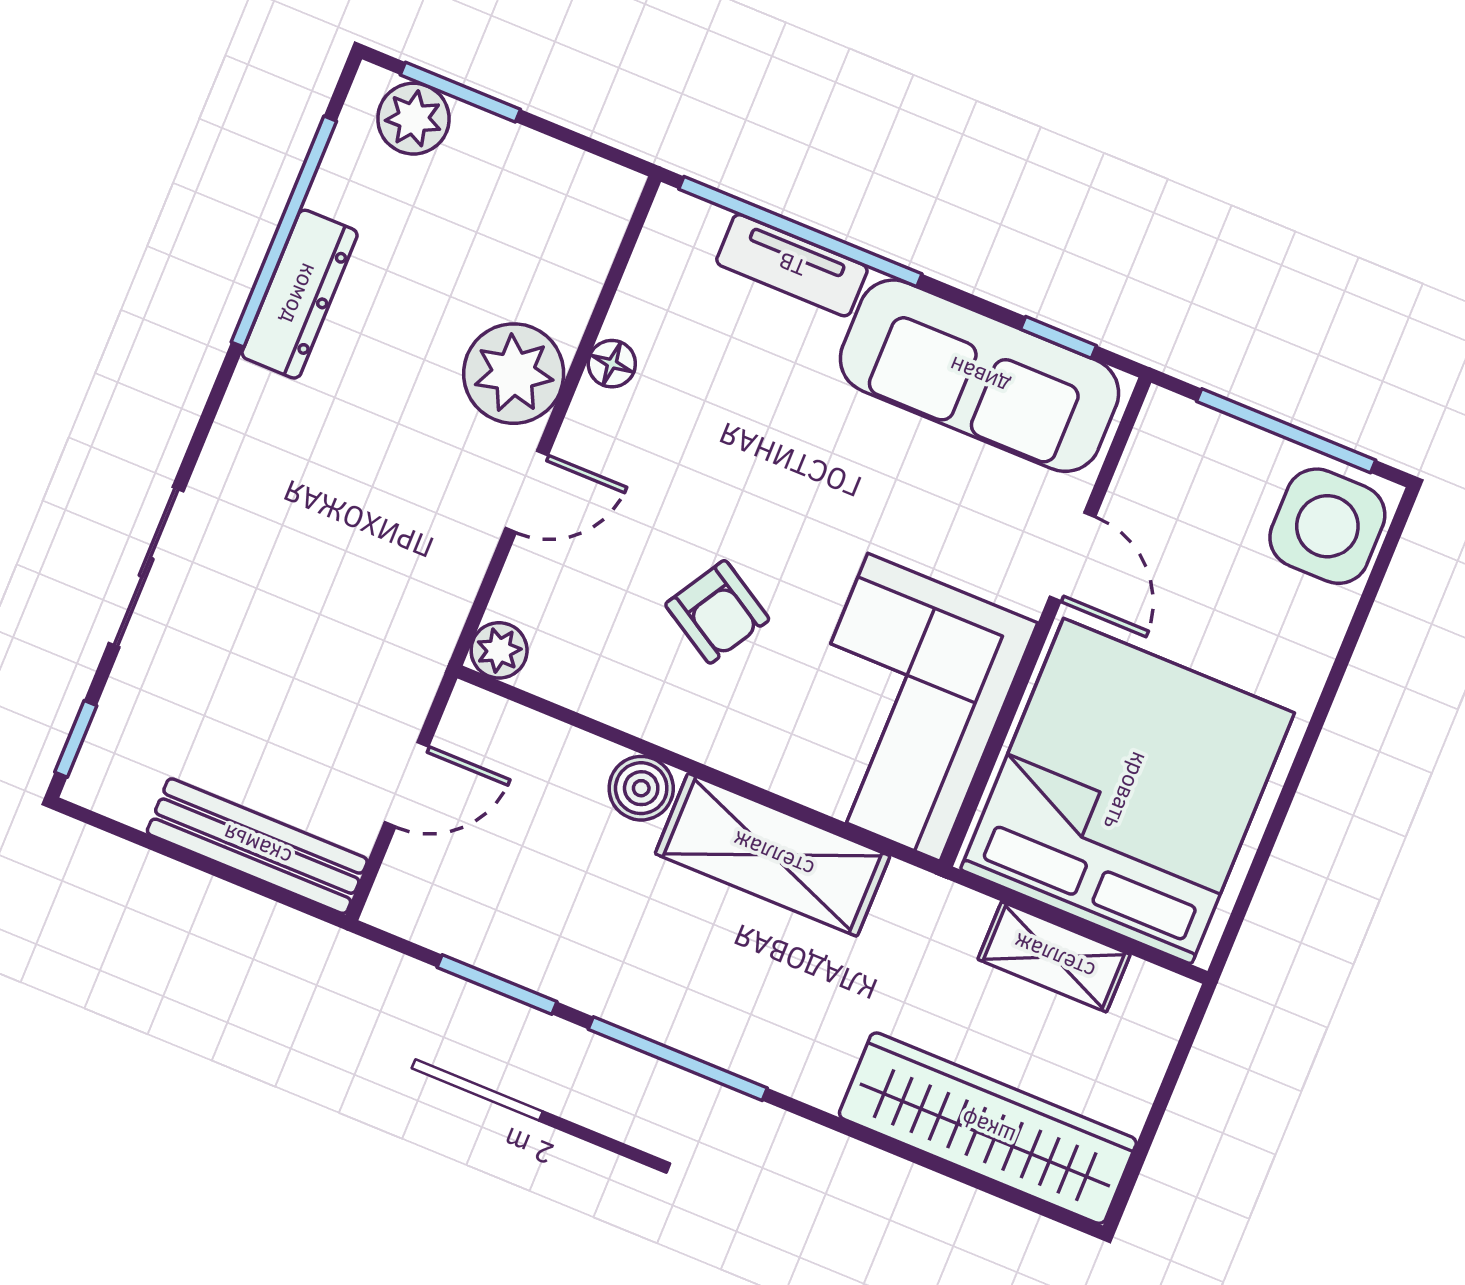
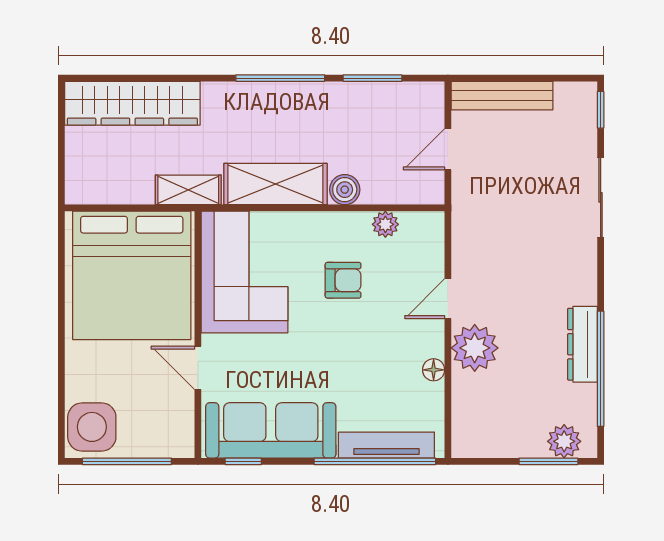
tv unit: (792, 265) -> (386, 445), width x1.41
armchair: (717, 612) -> (343, 280), turned 149
plant: (499, 650) -> (385, 224), moved
shelving: (1054, 957) -> (188, 190), moved

